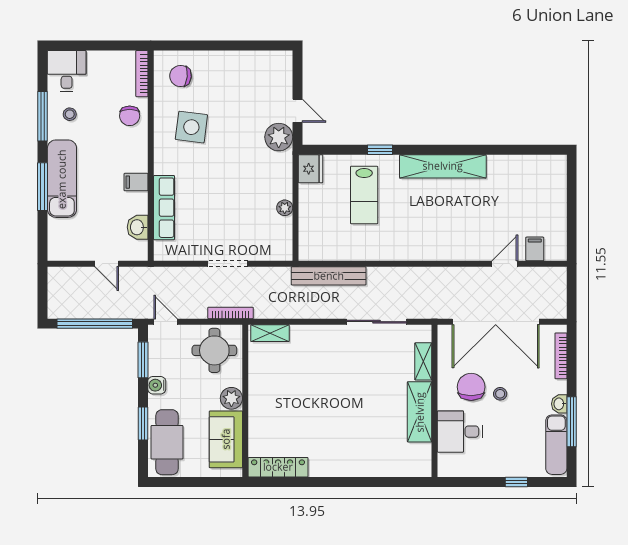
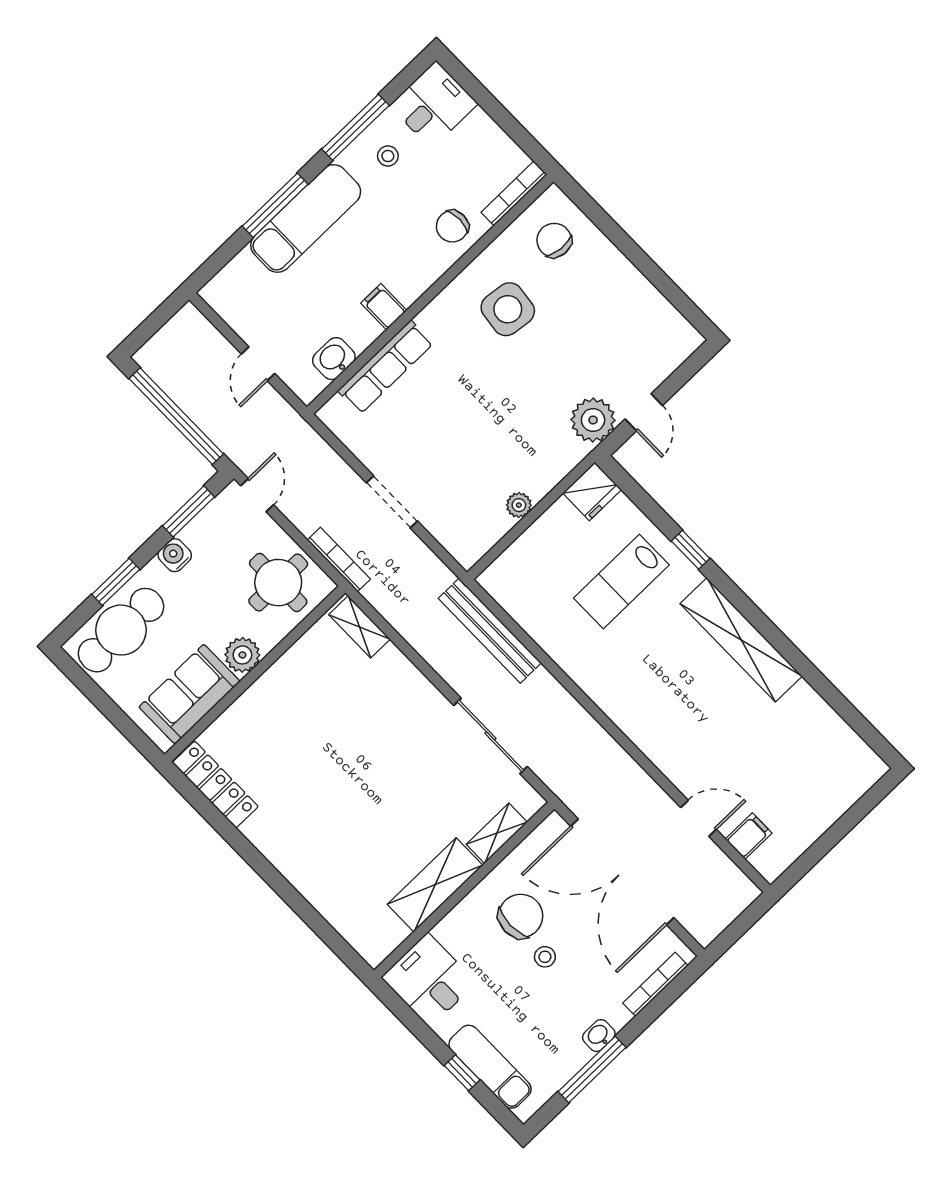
desk: (460, 432) -> (429, 980), moved
exam couch: (556, 445) -> (490, 1067), moved, turned 90

